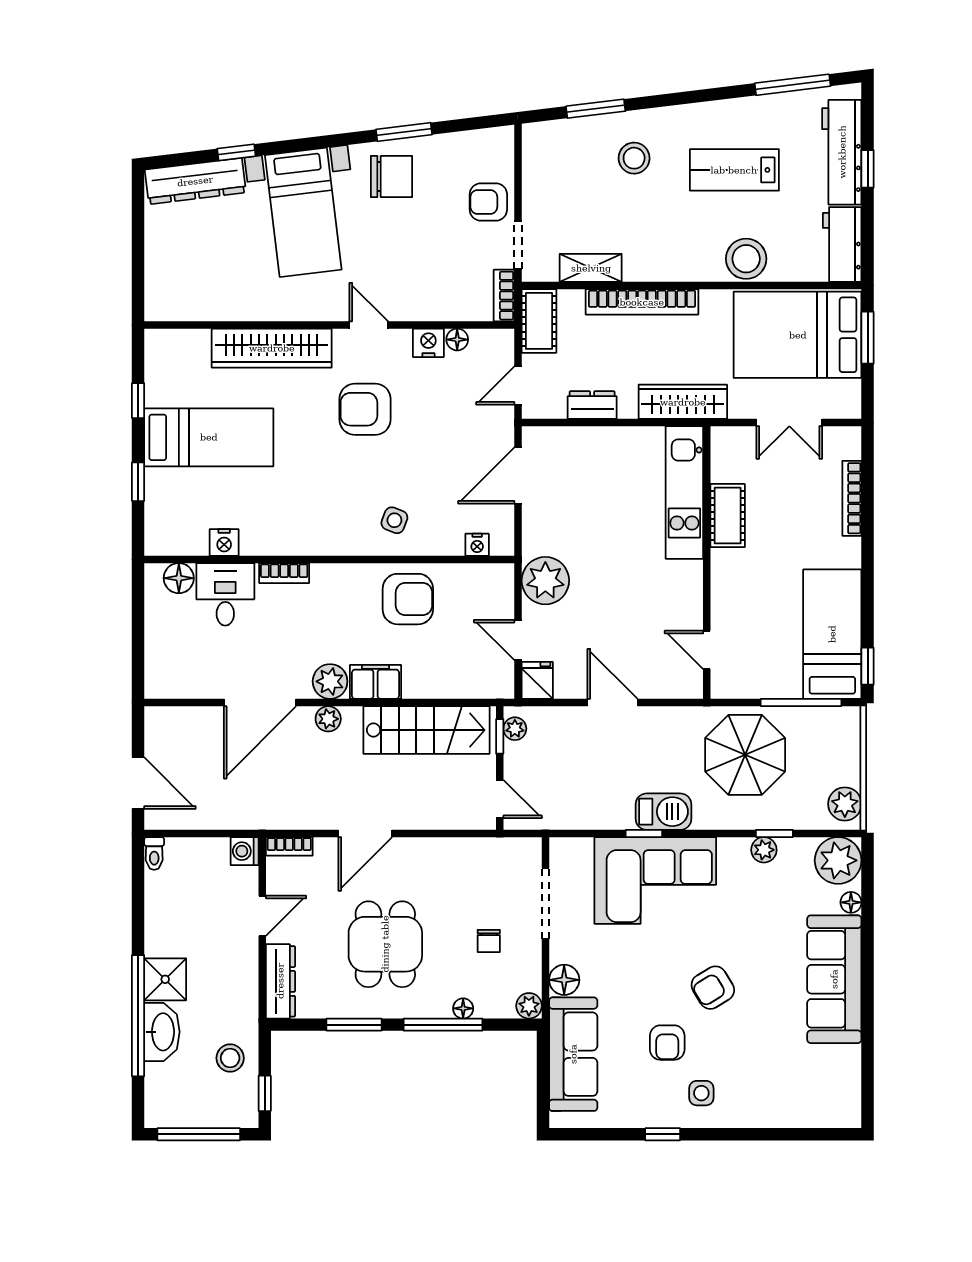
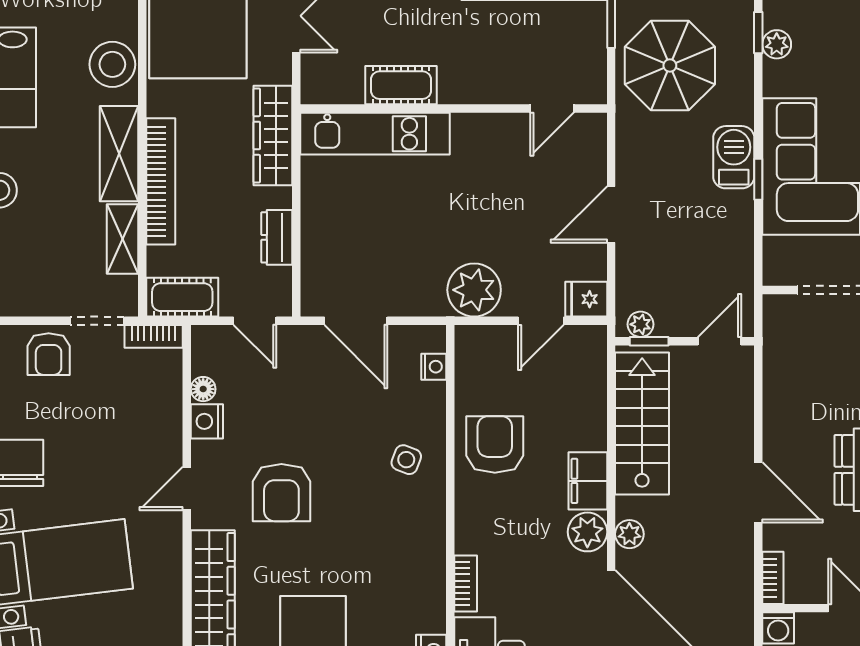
shelving: (667, 265) -> (119, 154), added

